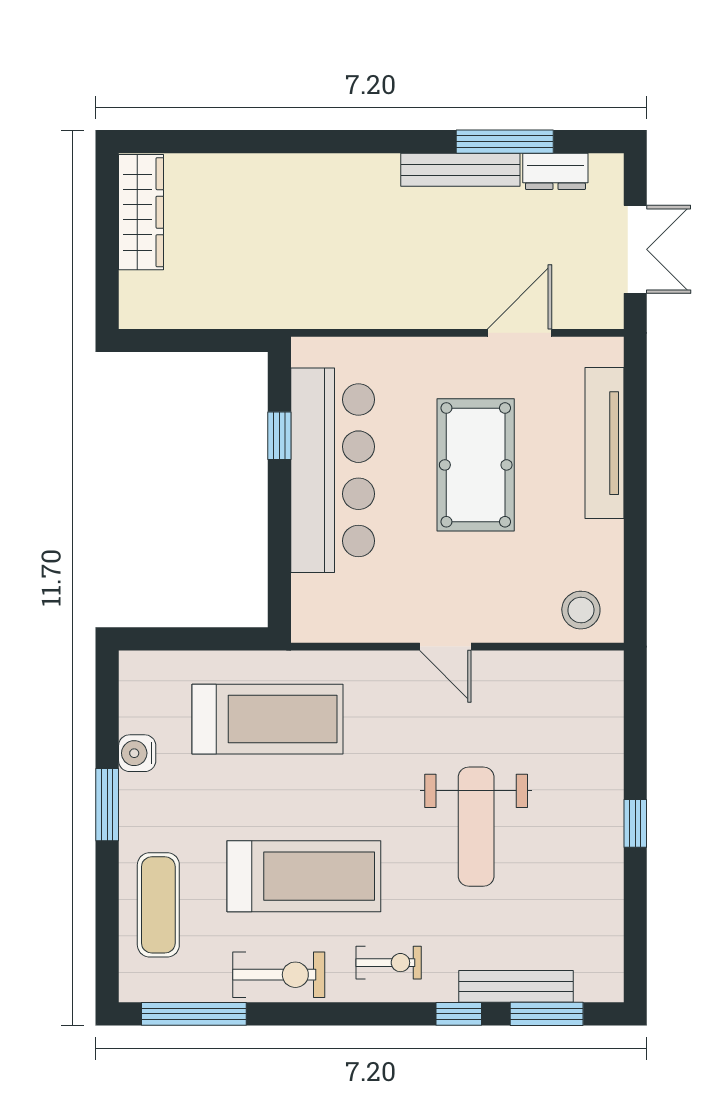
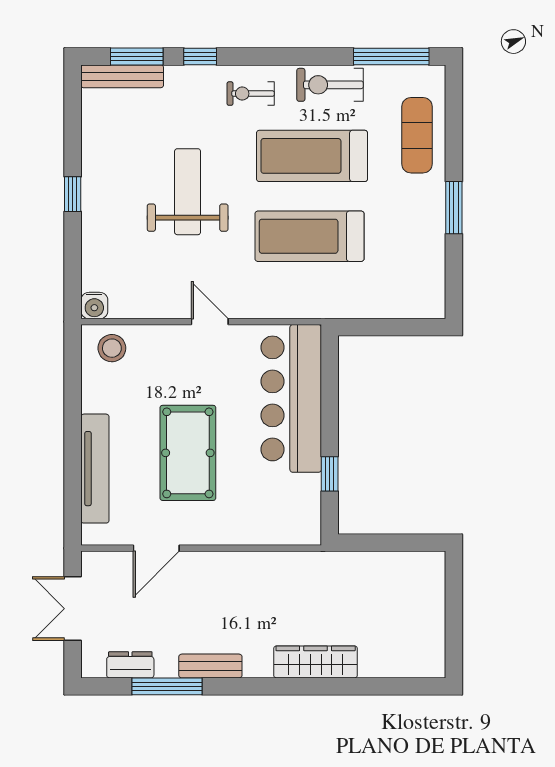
bench: (460, 170) -> (210, 666), width x0.73
wardrobe: (141, 212) -> (316, 662), moved, turned 90
bar counter: (333, 470) -> (291, 398), moved
treadmill: (267, 719) -> (309, 236), moved
water cooler: (137, 753) -> (94, 306), moved, turned 90
bench: (516, 986) -> (122, 76), moved

